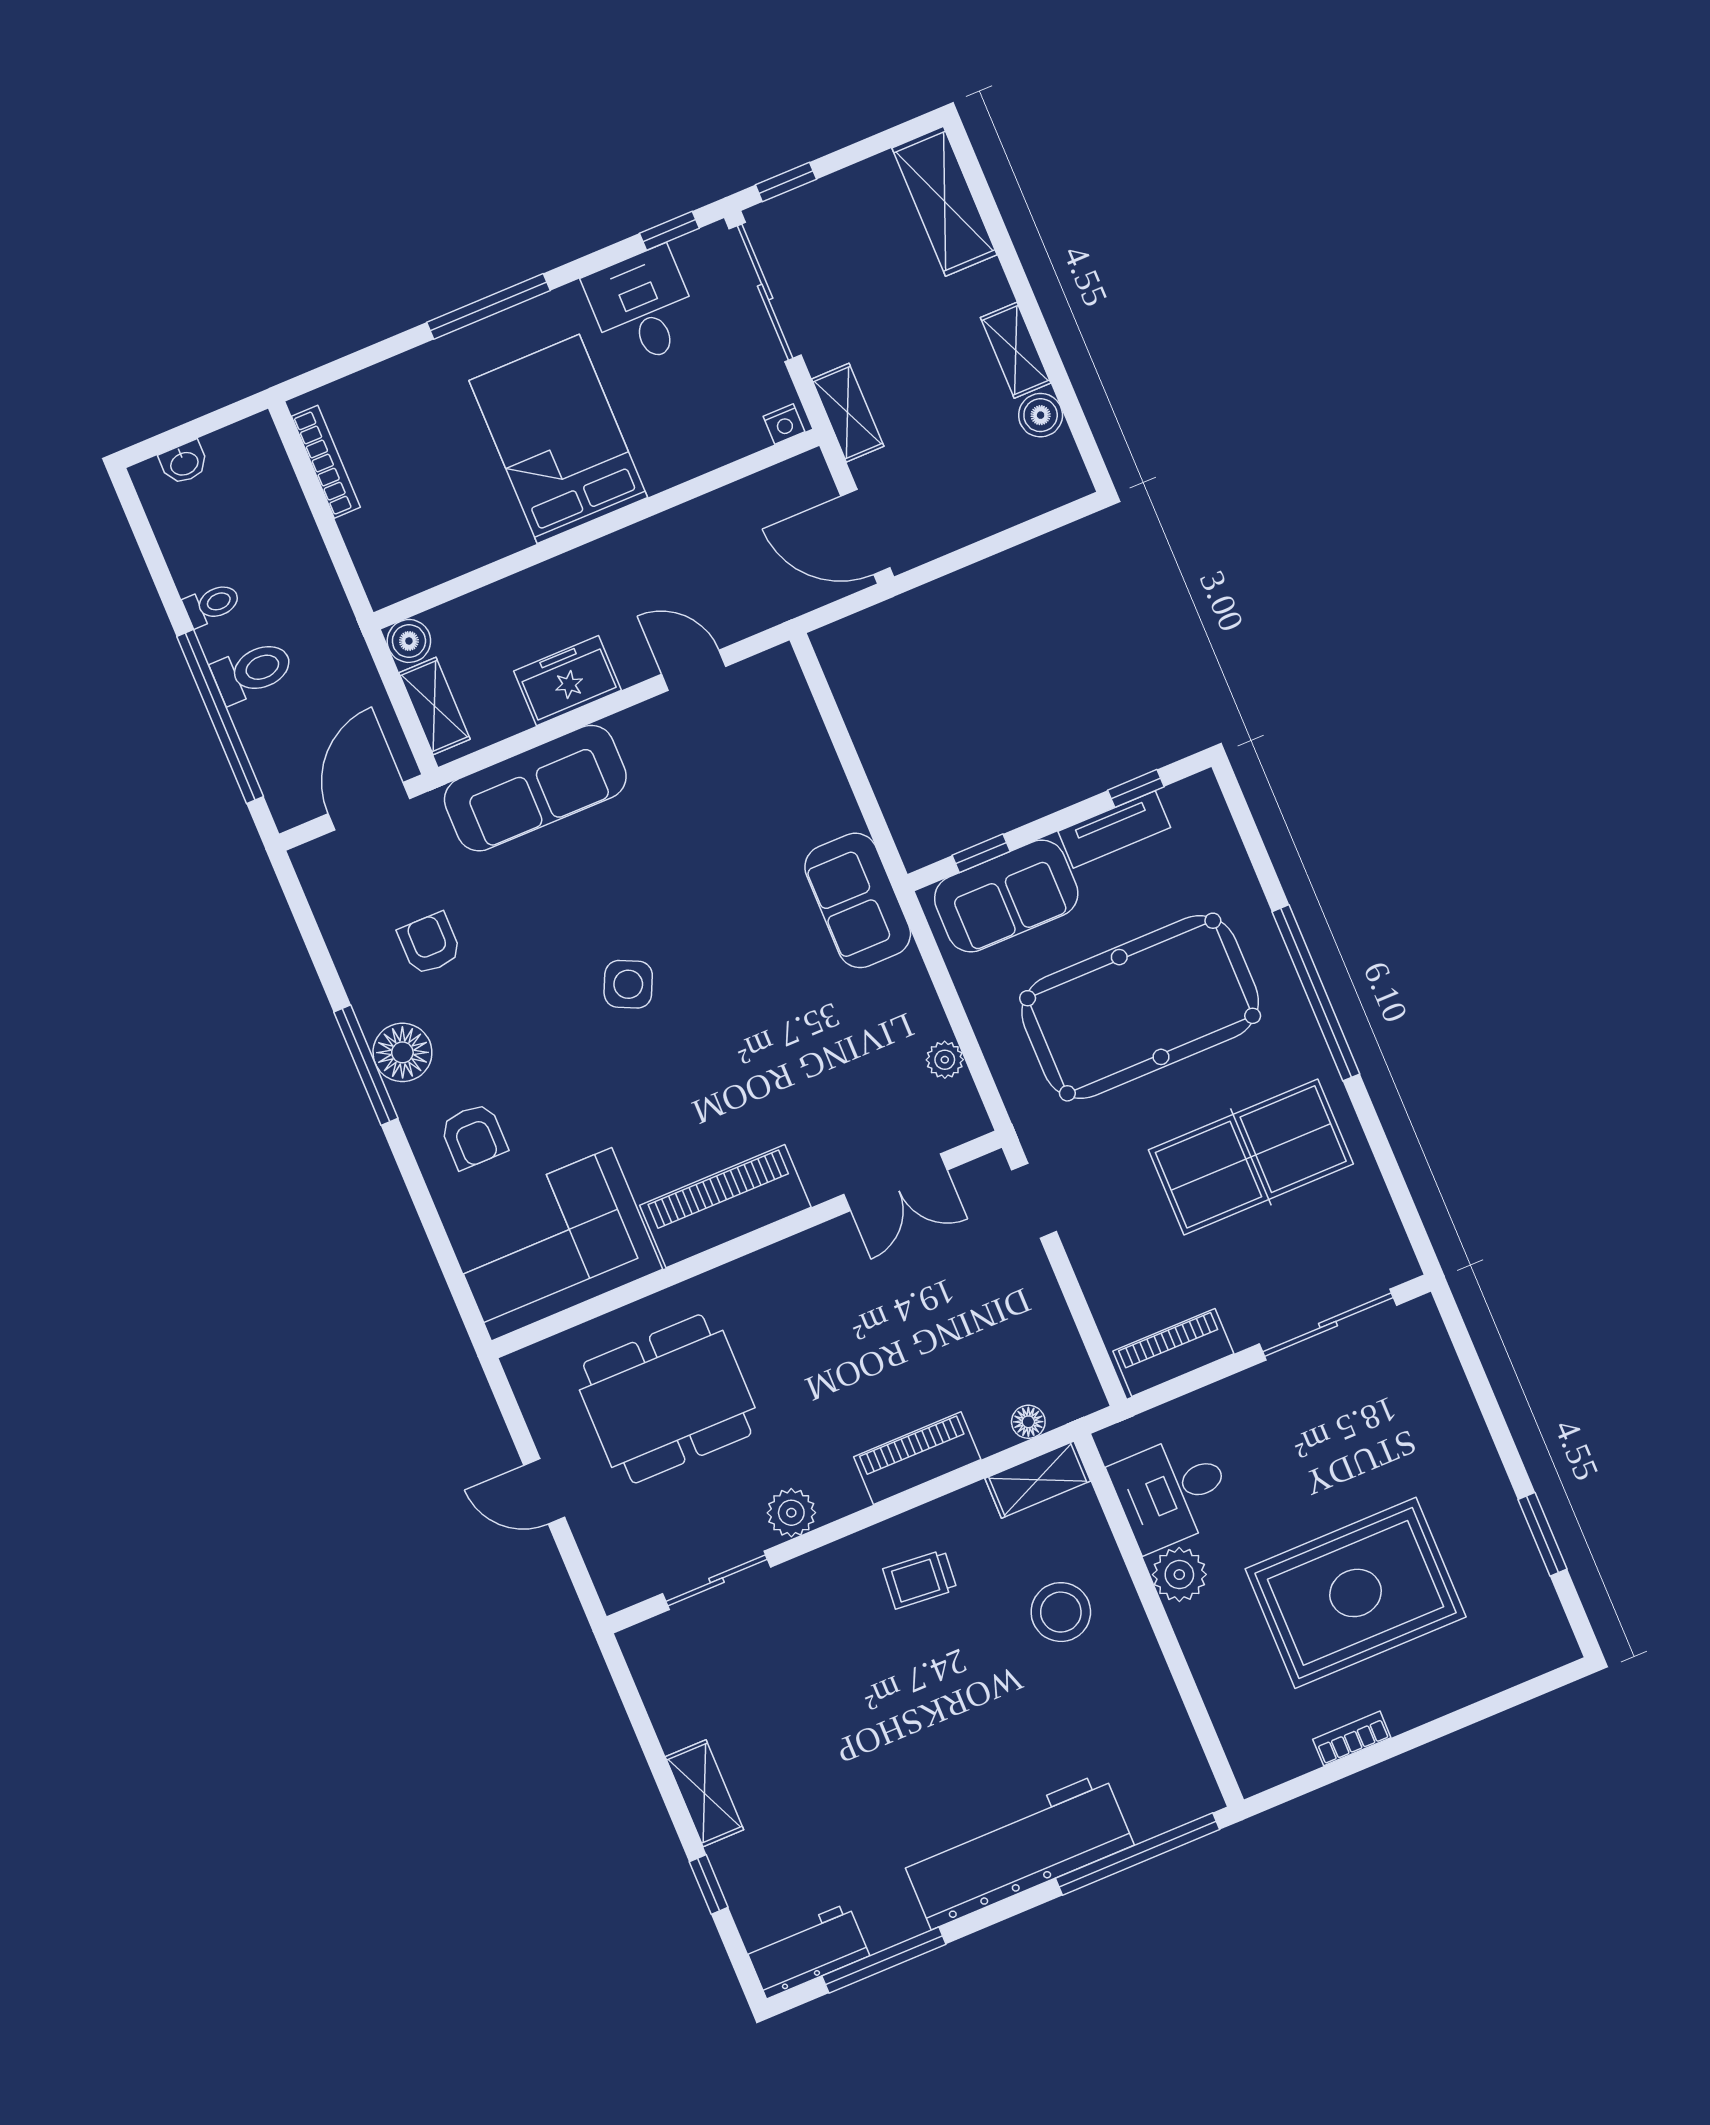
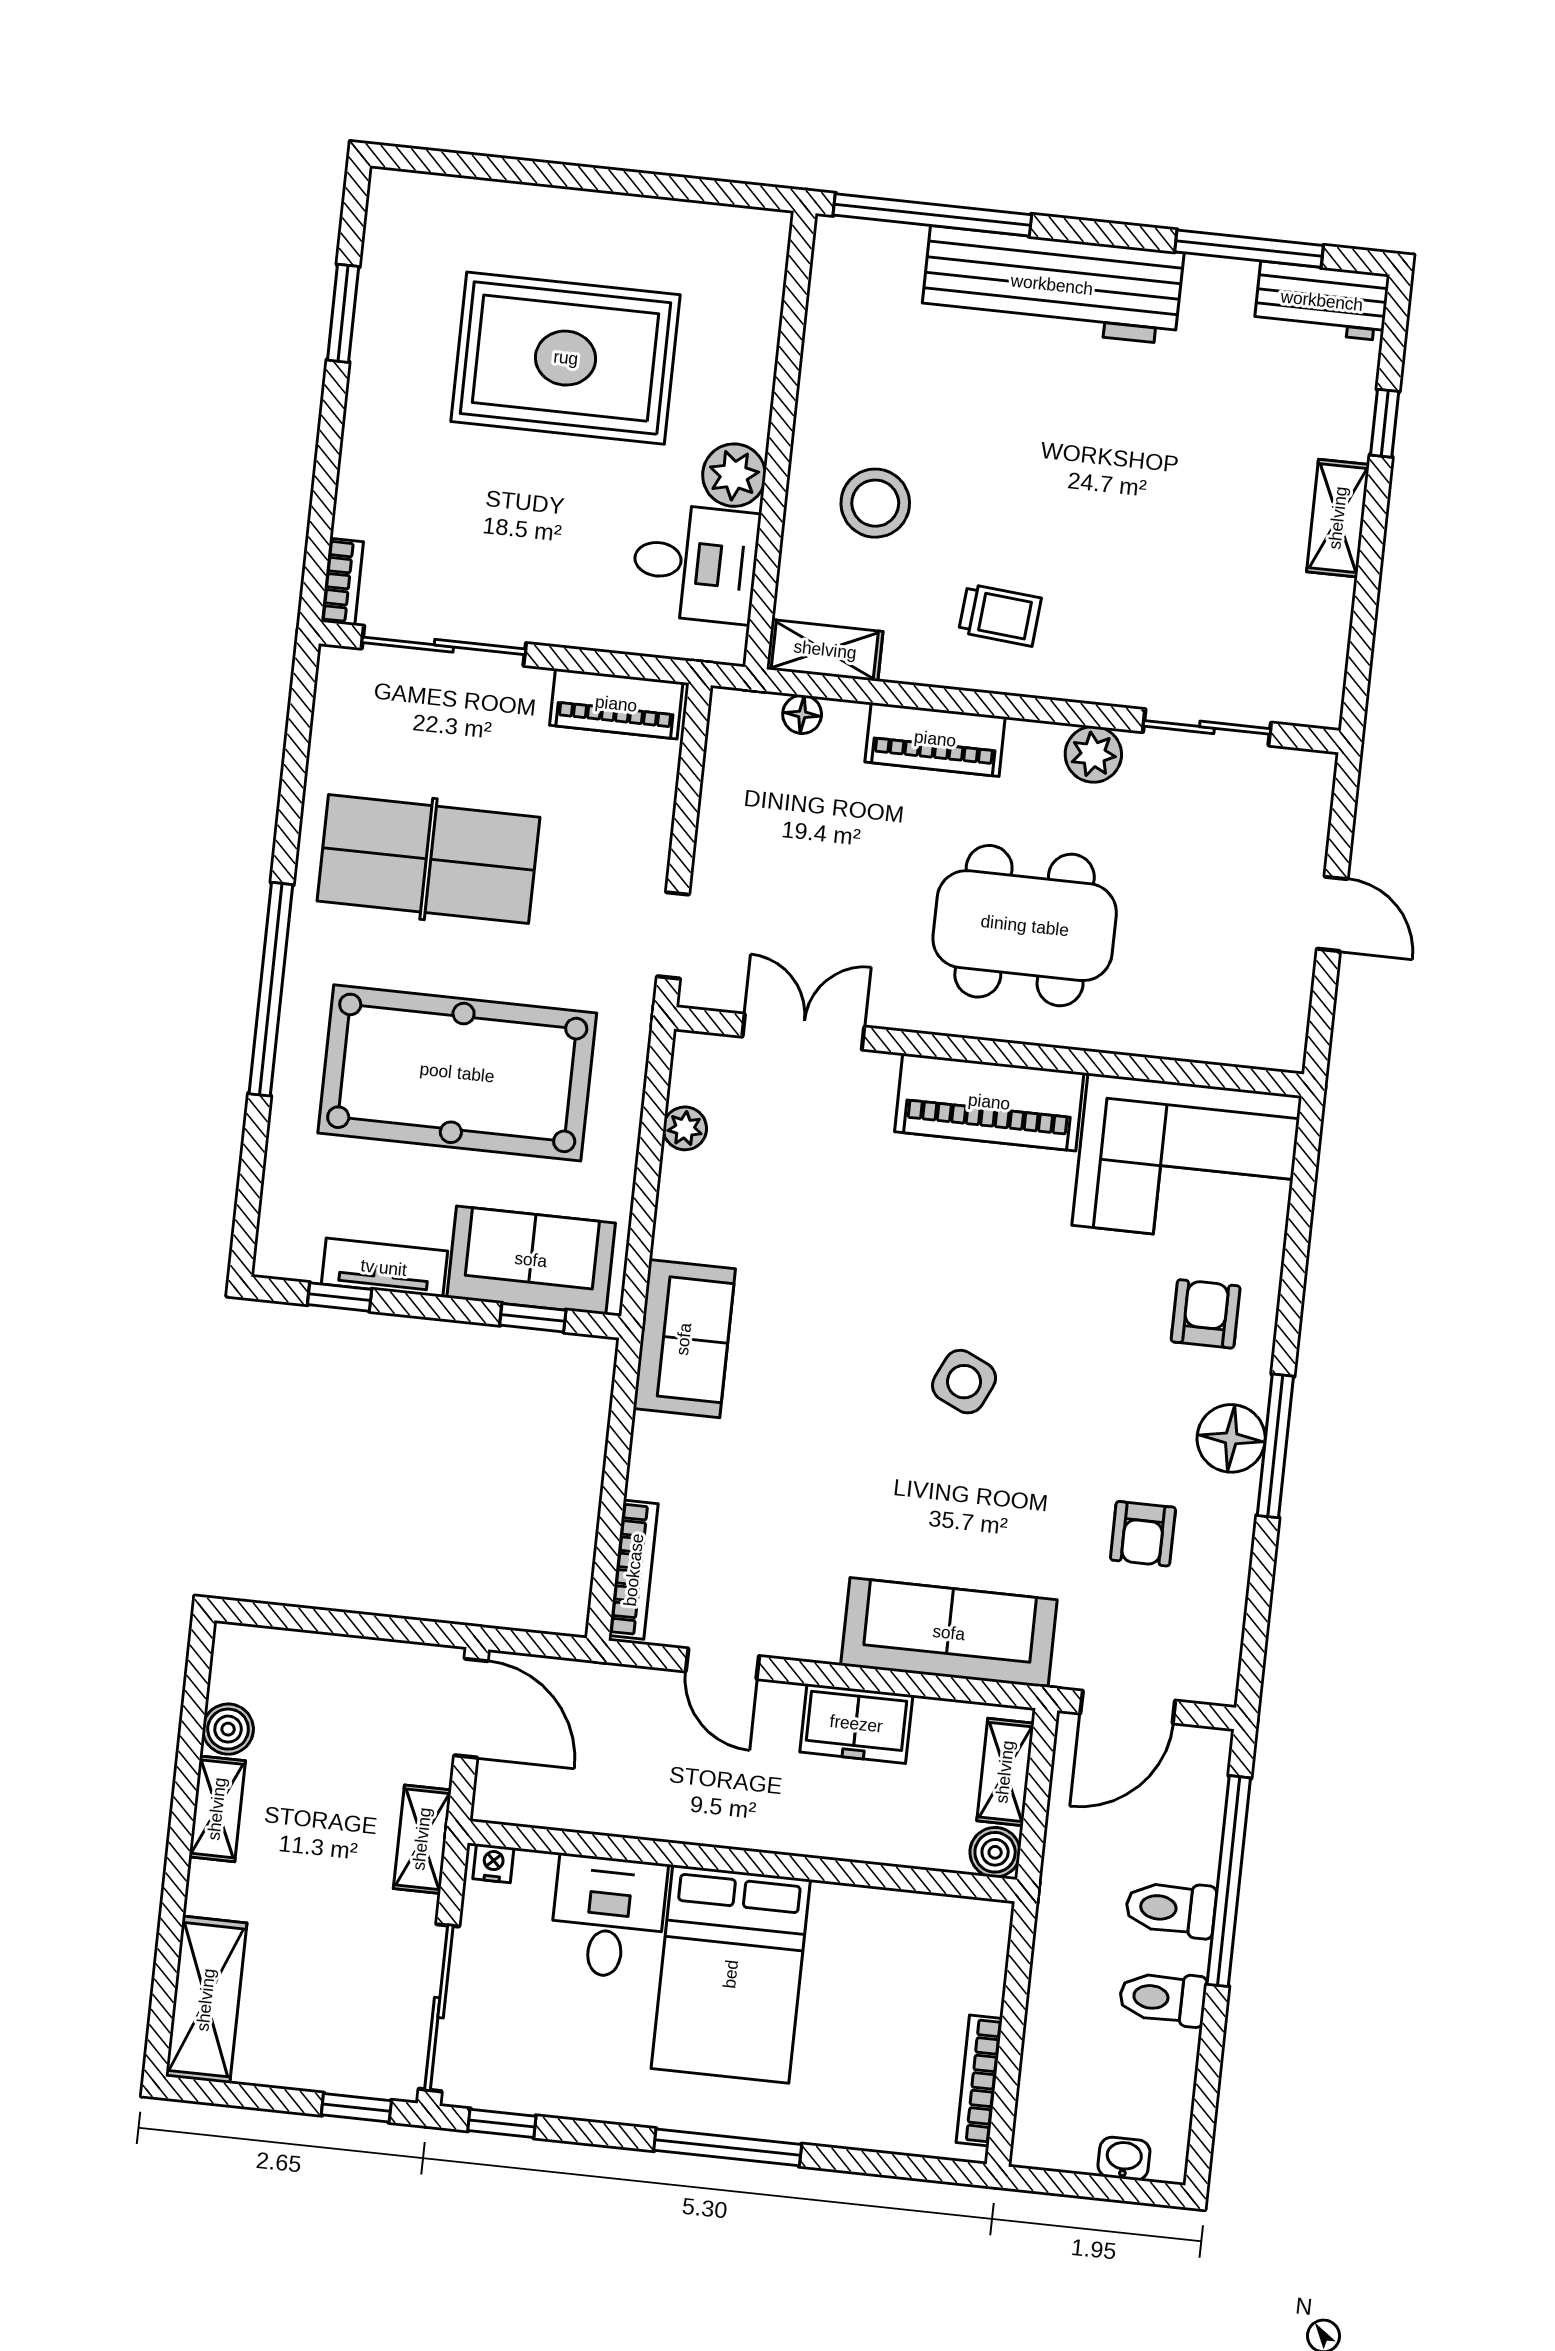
desk: (642, 307) -> (608, 1917), moved, turned 180
toilet: (212, 604) -> (1163, 1998), width x1.37, depth x1.39
bookcase: (800, 705) -> (634, 1570), added
dining table: (667, 1399) -> (1025, 926), moved
bookcase: (1352, 1738) -> (342, 582), moved, turned -90

